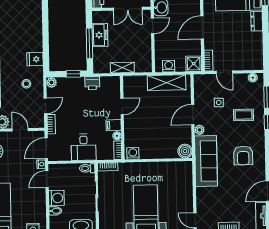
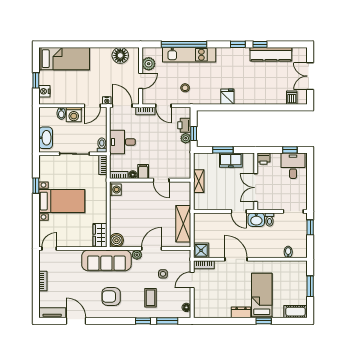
window: (89, 43) -> (223, 150), width x0.69
fridge: (35, 59) -> (227, 97), moved
washing machine: (169, 66) -> (199, 226), removed
plant: (52, 83) -> (186, 138), moved
printer: (92, 83) -> (184, 125), moved
door: (193, 115) -> (152, 248), hinge flipped
wardrobe: (180, 168) -> (100, 235), added
door: (47, 179) -> (92, 106), swing flipped

